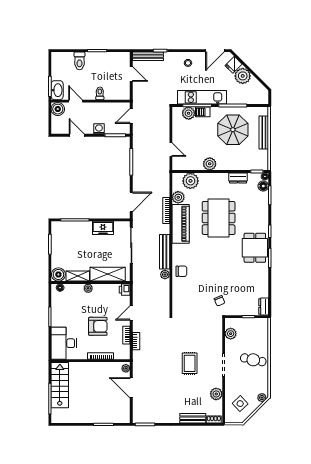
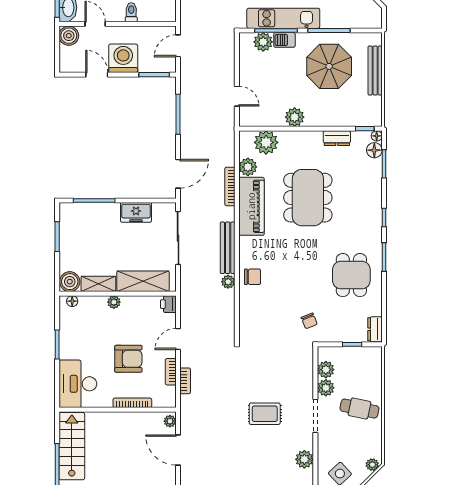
washing machine: (99, 129) -> (123, 58), width x1.89, depth x1.89
dining table: (255, 248) -> (351, 275), moved
plant: (231, 346) -> (326, 388), added
rug: (190, 363) -> (265, 414), turned 90

